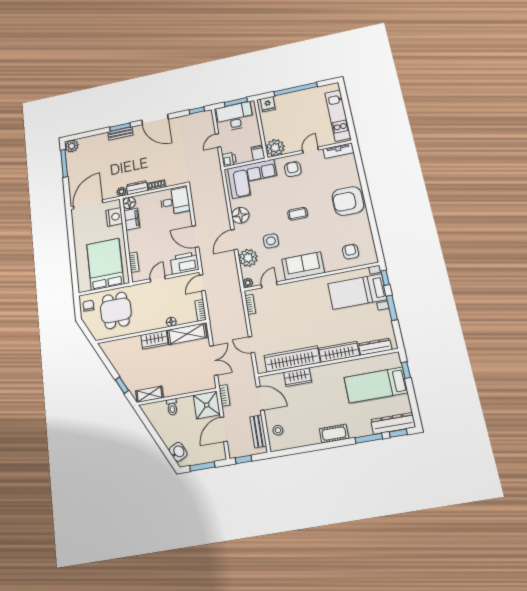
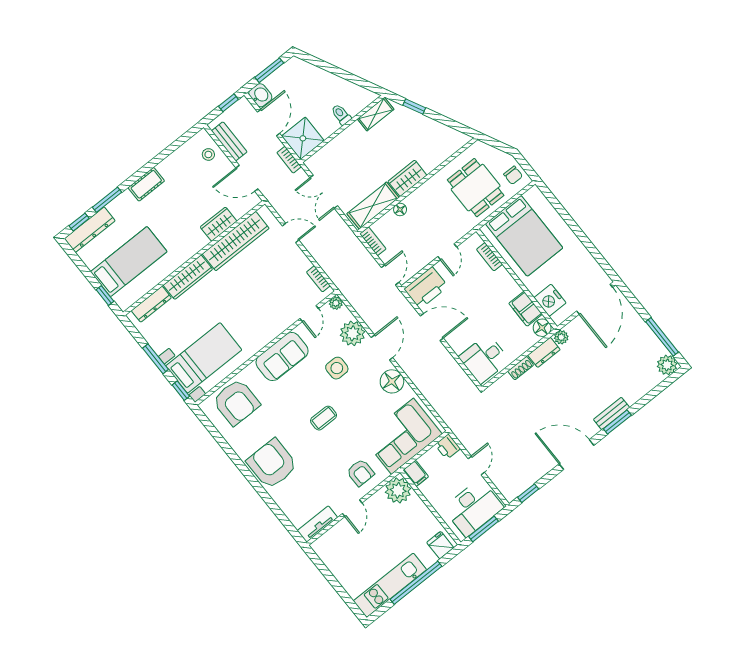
kitchen unit: (338, 115) -> (390, 585), moved, turned -90
armchair: (348, 201) -> (272, 464), turned -90
armchair: (351, 252) -> (236, 402), width x1.88, depth x1.88
washbasin: (178, 452) -> (260, 95), moved, turned -153

